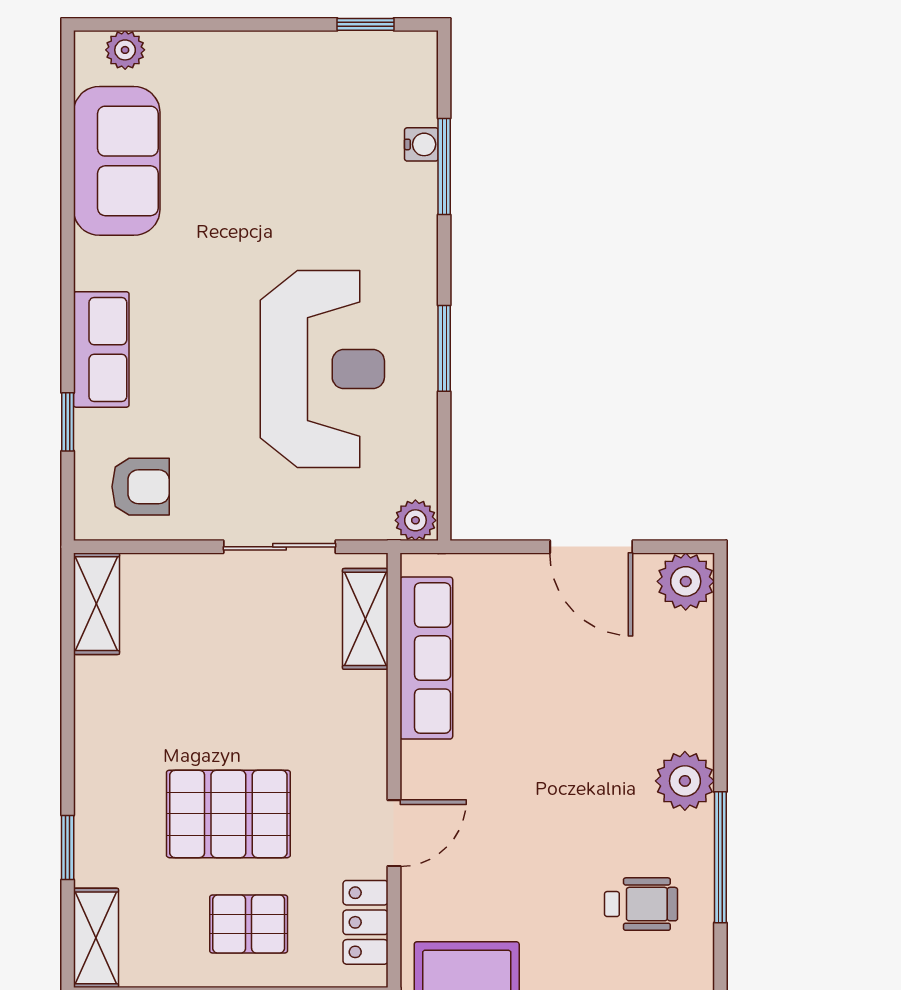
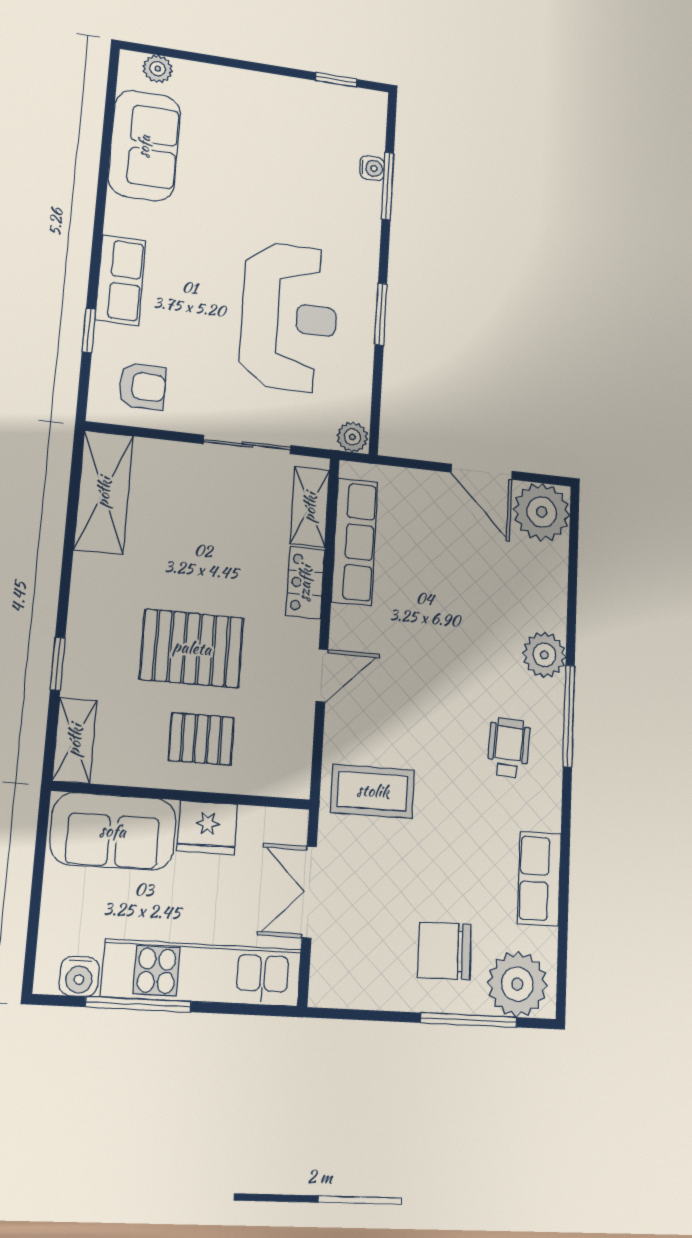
plant: (686, 581) -> (542, 512), width x1.36, depth x1.36
shelving: (96, 604) -> (104, 492), width x1.50, depth x1.33
wheelchair: (641, 904) -> (509, 748), turned -87
locker: (366, 922) -> (305, 583), moved

